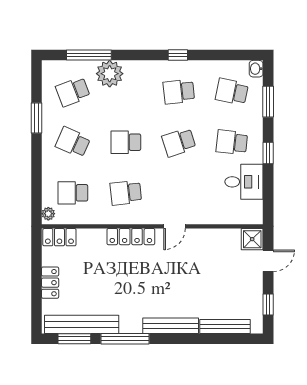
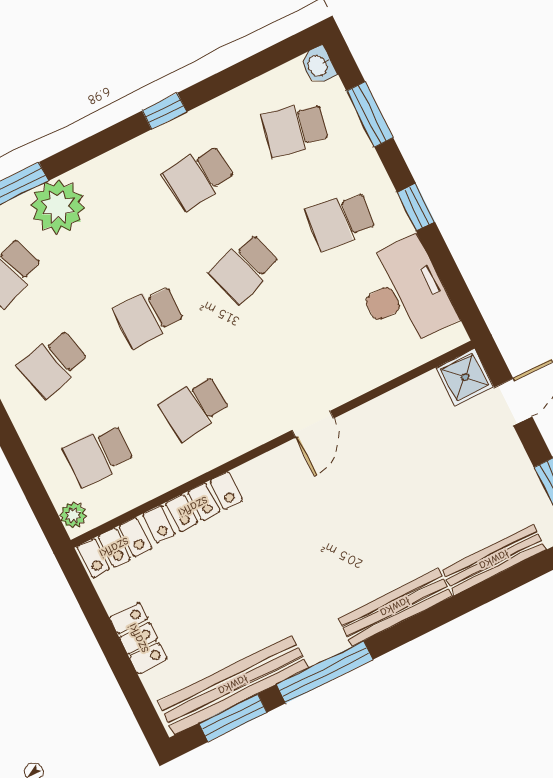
school desk: (73, 142) -> (53, 364), turned -39
desk: (244, 182) -> (404, 293), width x1.37
locker: (131, 237) -> (193, 507), moved

